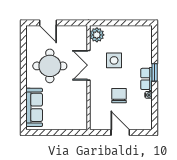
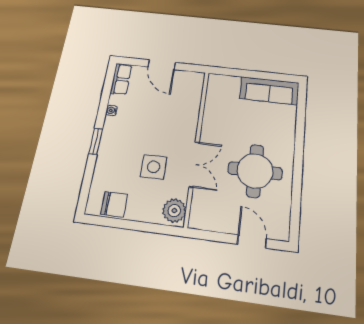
row of seats: (146, 79) -> (121, 79), moved
chair: (119, 96) -> (114, 204), moved, turned -90
sofa: (34, 107) -> (269, 91), moved, turned -90

